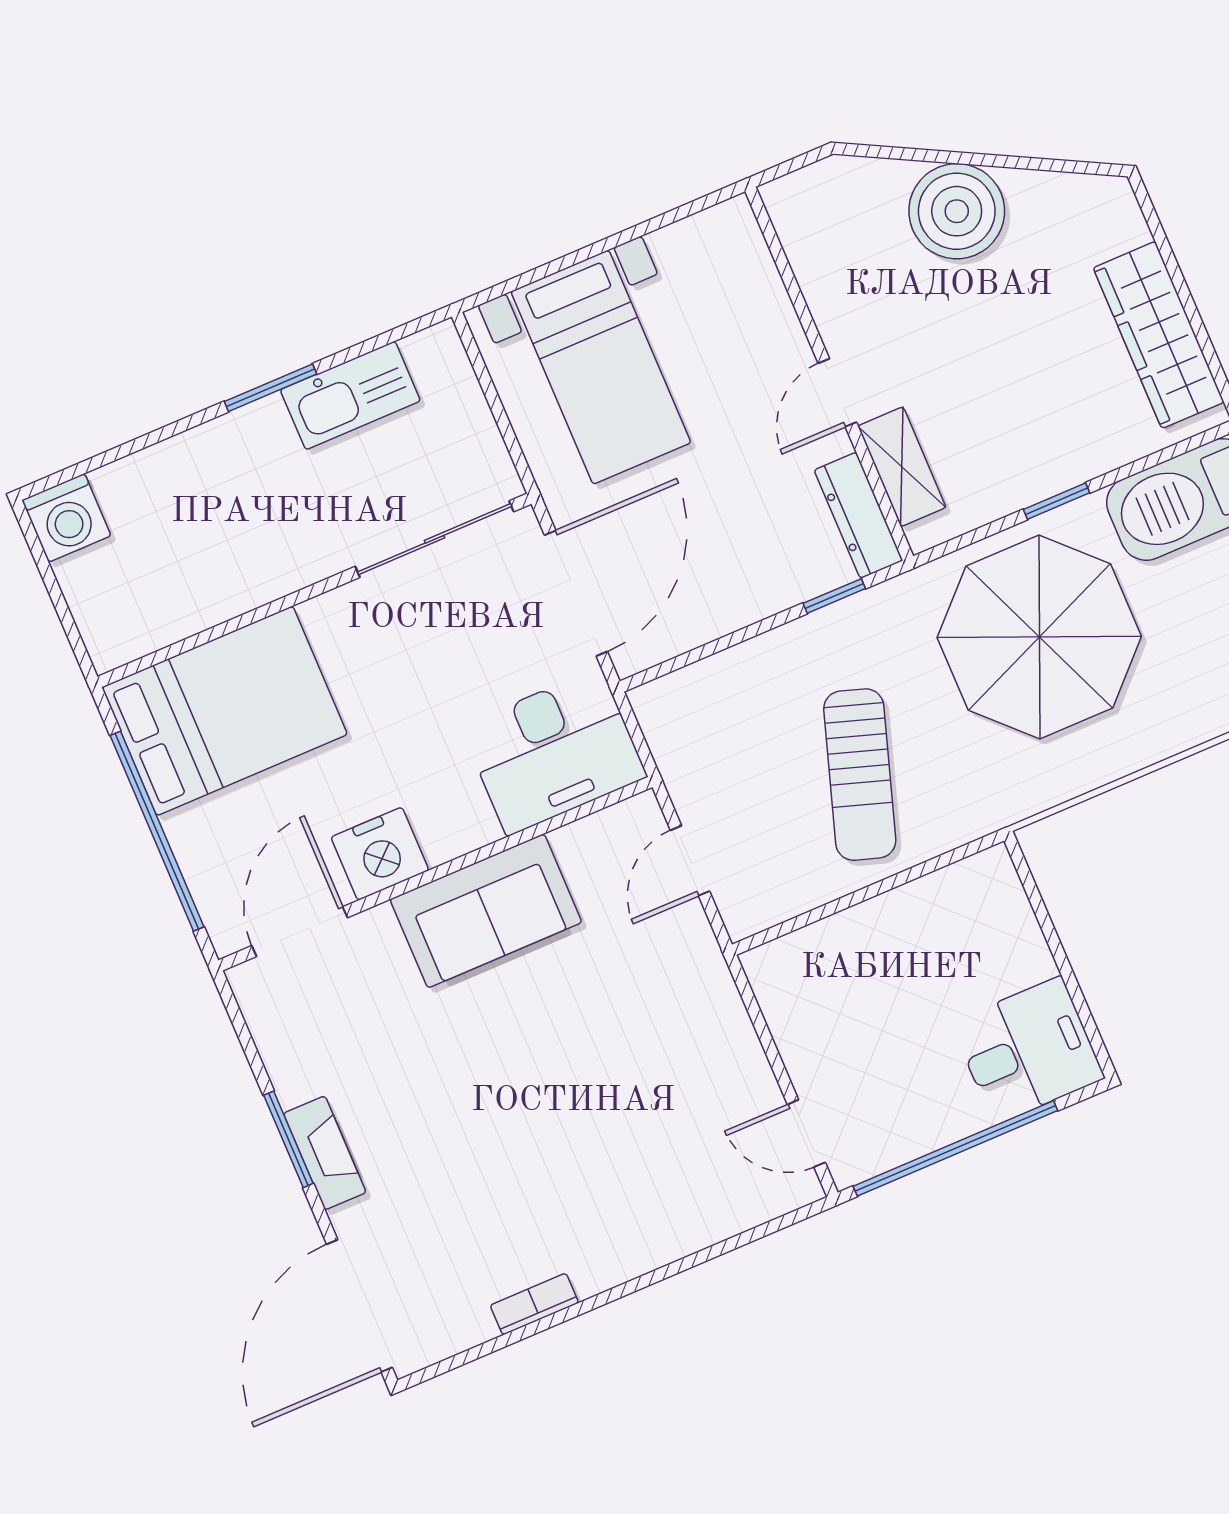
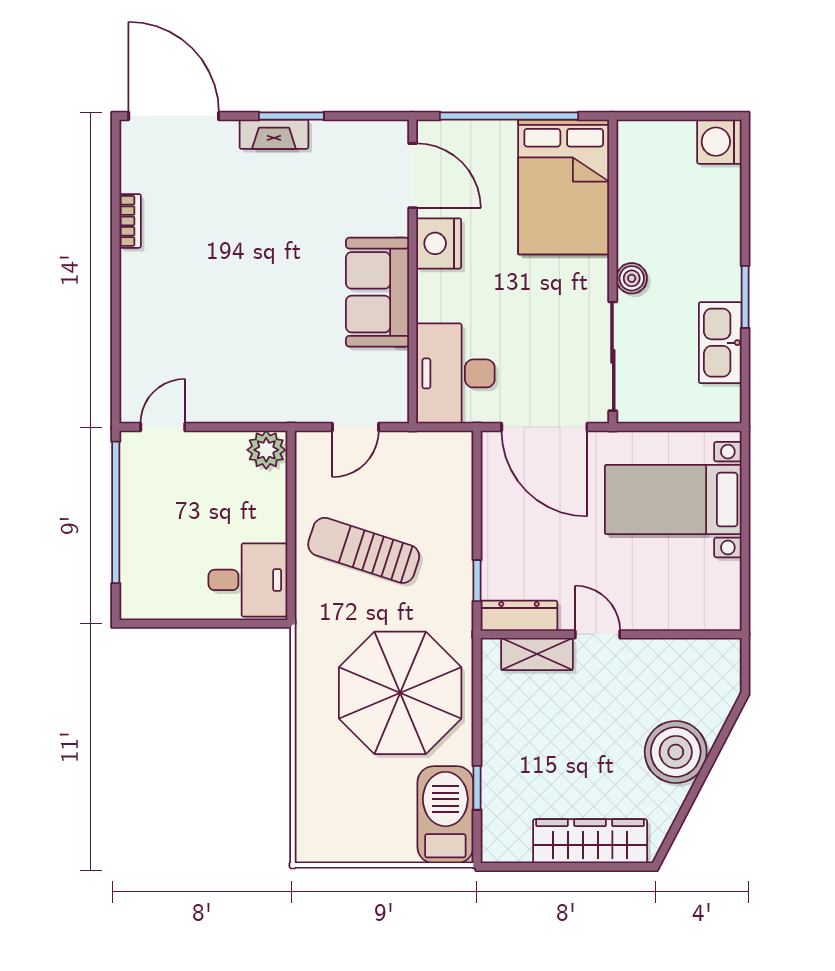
wardrobe: (1159, 335) -> (590, 841), moved
window: (1057, 501) -> (477, 788), moved
boiler: (313, 559) -> (632, 278), added
door: (690, 861) -> (355, 427), swing flipped
plant: (776, 973) -> (266, 450), added
desk: (1028, 1050) -> (248, 580), moved, turned -90

